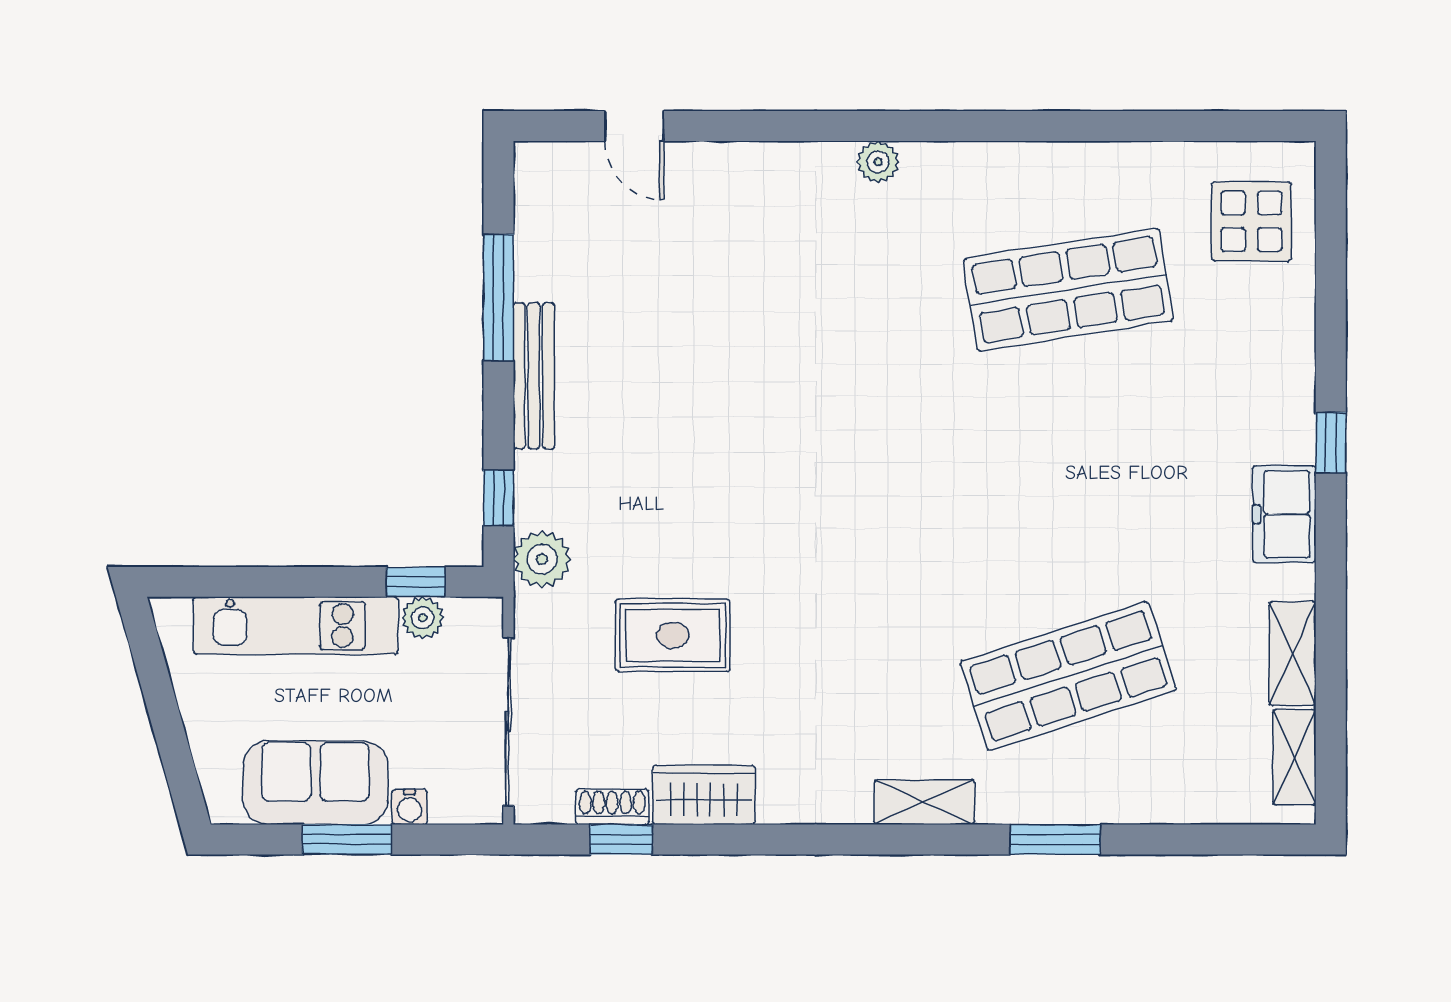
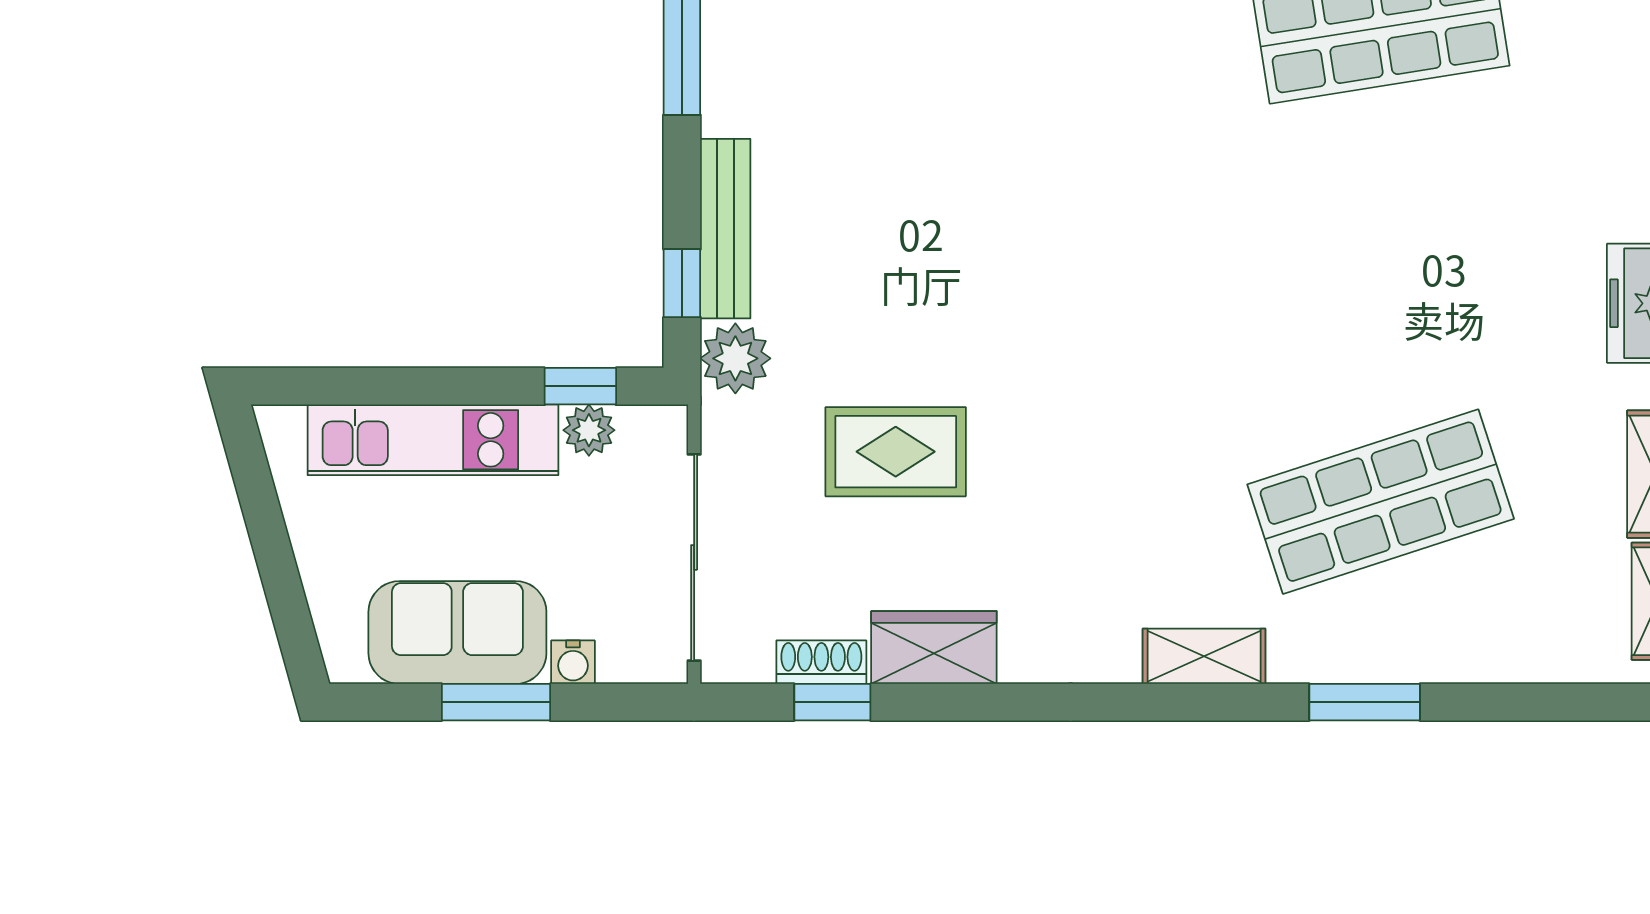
bench: (534, 376) -> (725, 229), moved

